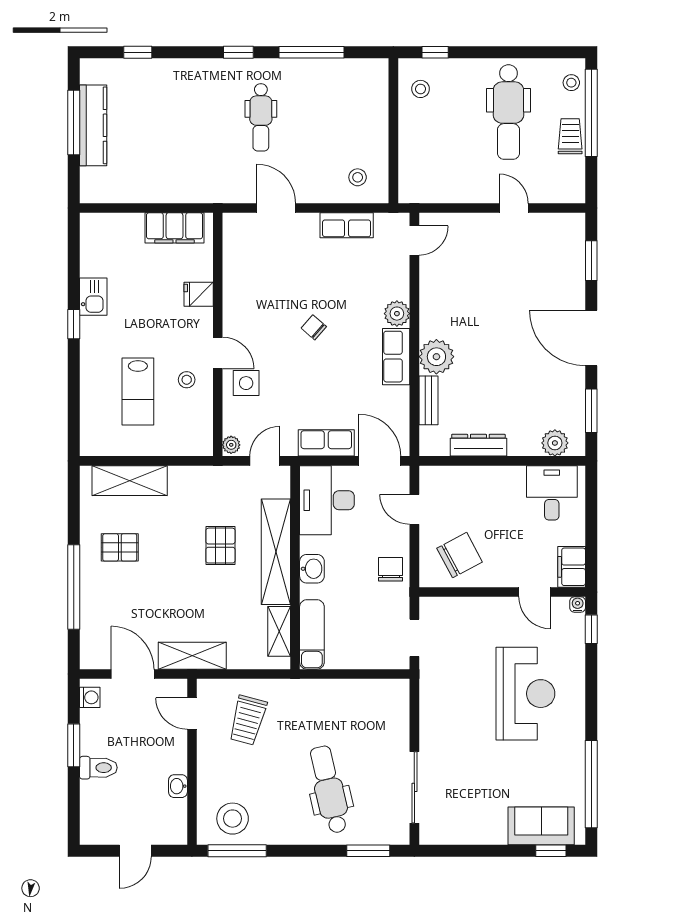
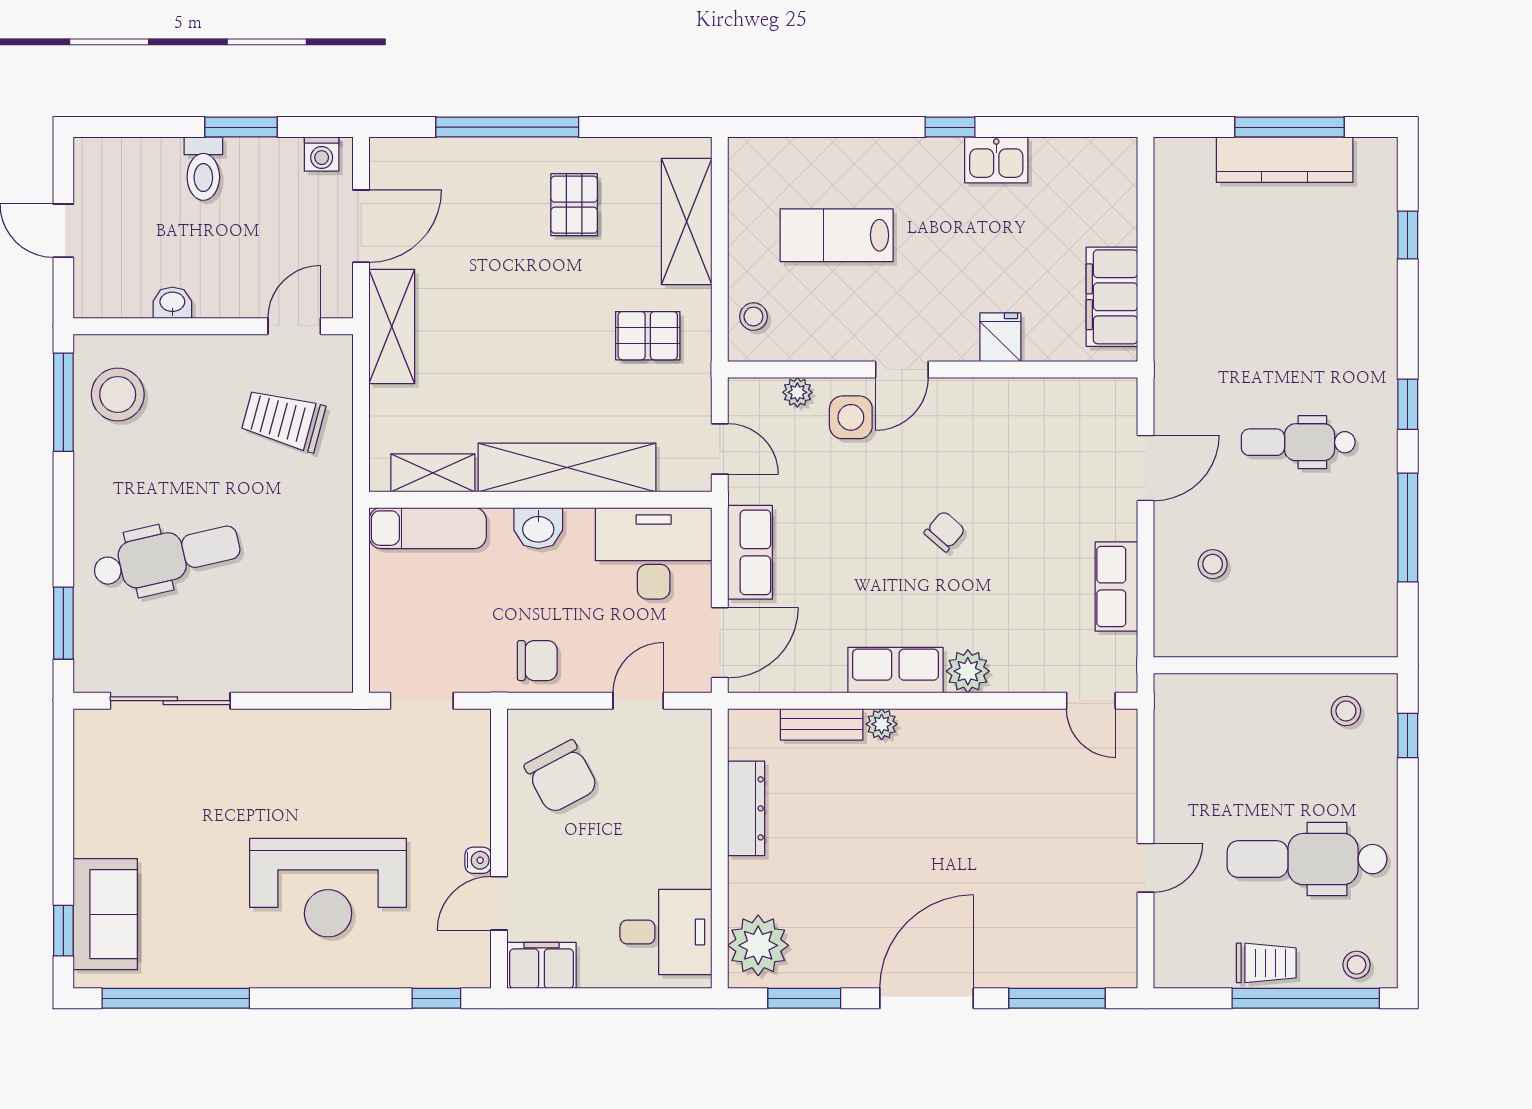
stool: (358, 177) -> (1213, 564), moved
window: (591, 261) -> (1057, 998), width x1.44
plant: (436, 357) -> (882, 724), width x0.53, depth x0.53
stool: (187, 380) -> (753, 317), moved
plant: (555, 443) -> (758, 945), width x1.36, depth x1.36
plant: (231, 445) -> (797, 392), moved
pallet: (220, 546) -> (648, 336), moved
water cooler: (578, 605) -> (478, 860), moved

